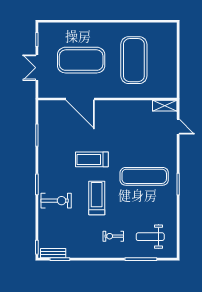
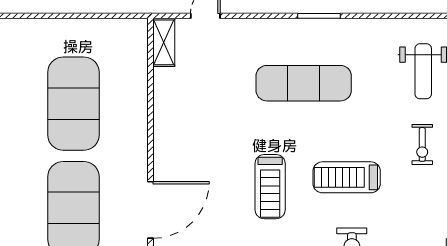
exercise mat: (134, 60) -> (73, 104), turned 90
exercise mat: (144, 176) -> (304, 83), turned 90

